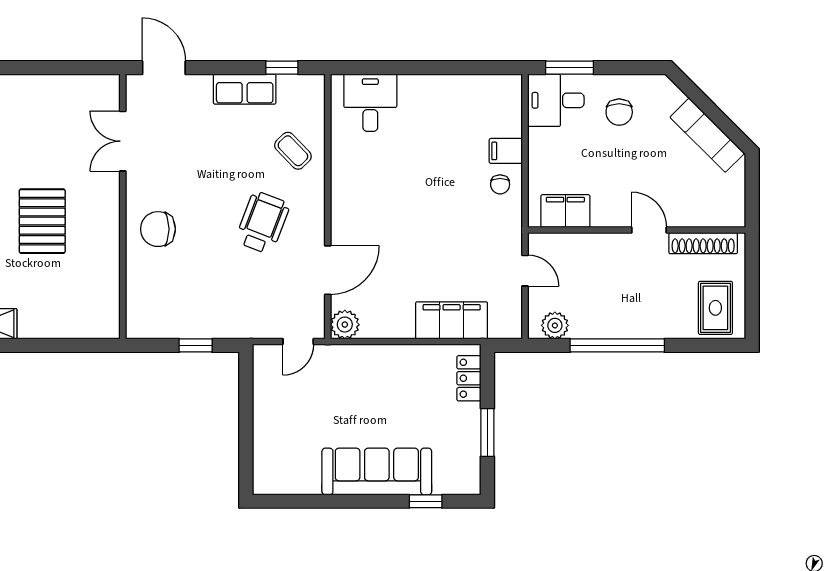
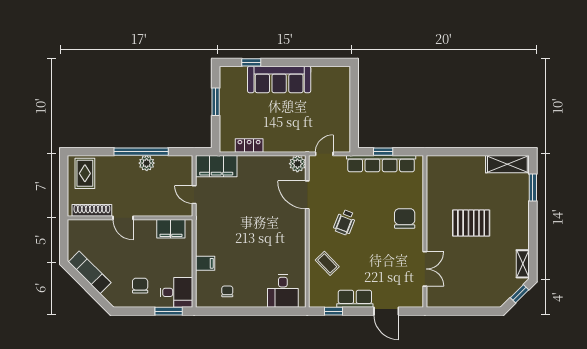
door: (164, 68) -> (386, 311), moved
chair: (500, 184) -> (227, 291), moved
pallet: (42, 221) -> (471, 223), turned 90
wheelchair: (262, 223) -> (345, 222), width x0.73, depth x0.73
chair: (158, 229) -> (405, 219), turned -90
door: (328, 270) -> (307, 195), hinge flipped
filing cabinet: (452, 320) -> (216, 166), moved
row of seats: (199, 325) -> (381, 164), added
plant: (555, 325) -> (147, 163), moved
locker: (469, 378) -> (249, 146), moved, turned -90

